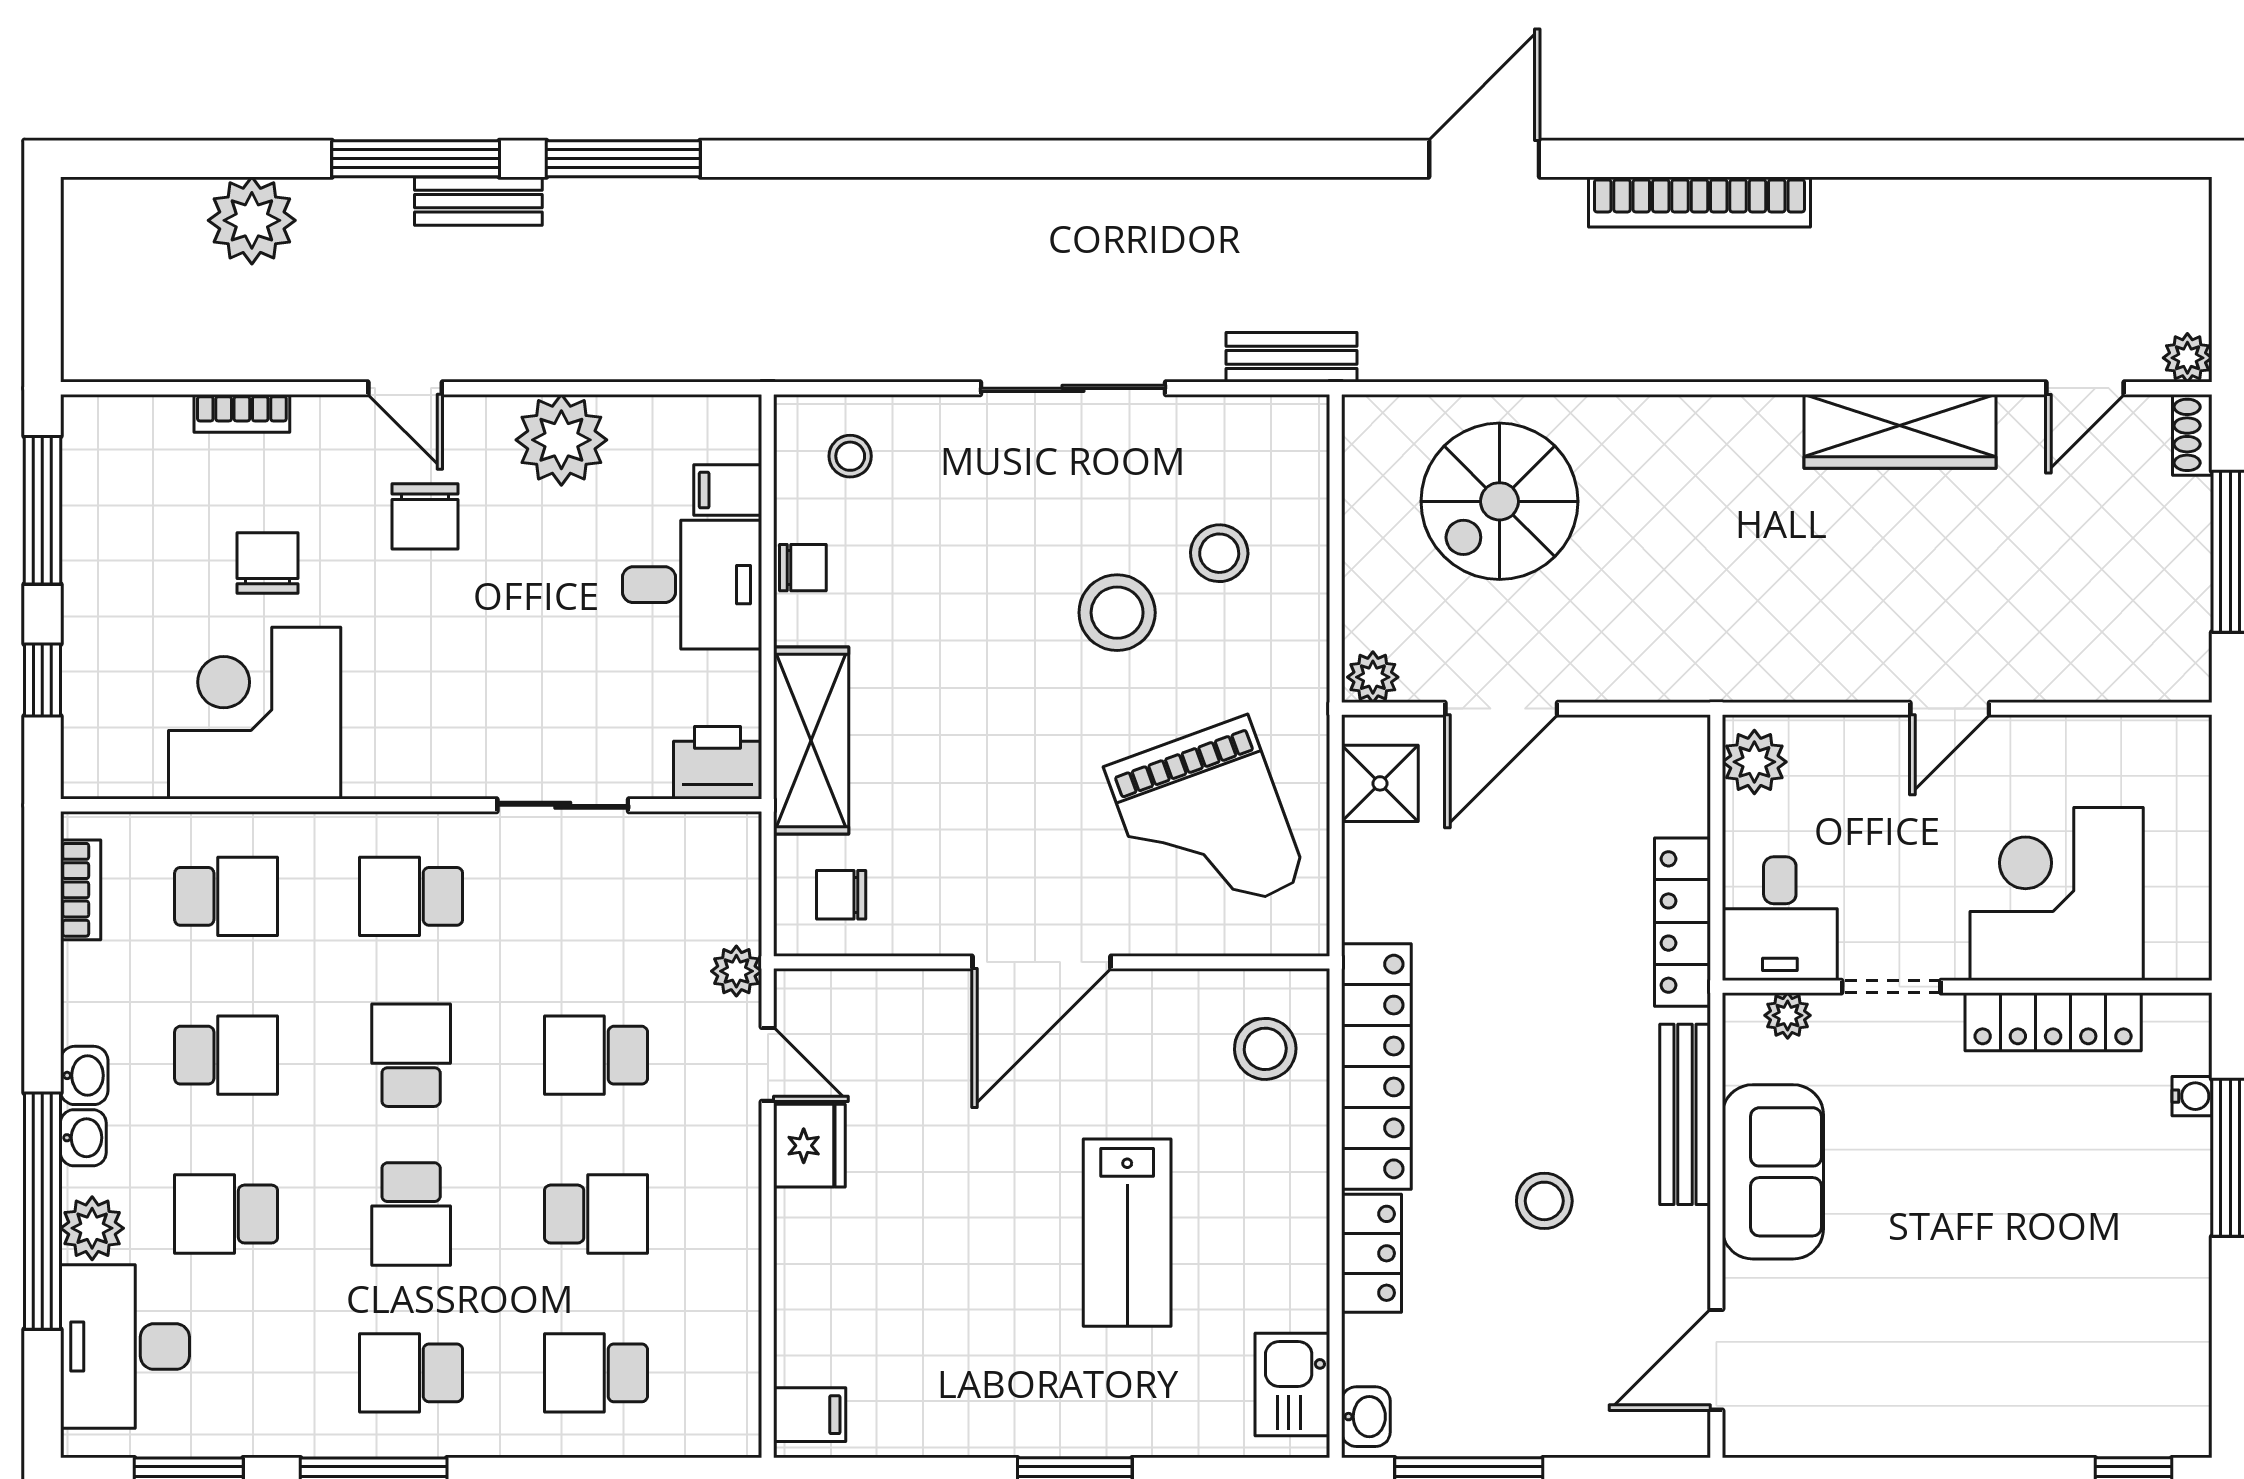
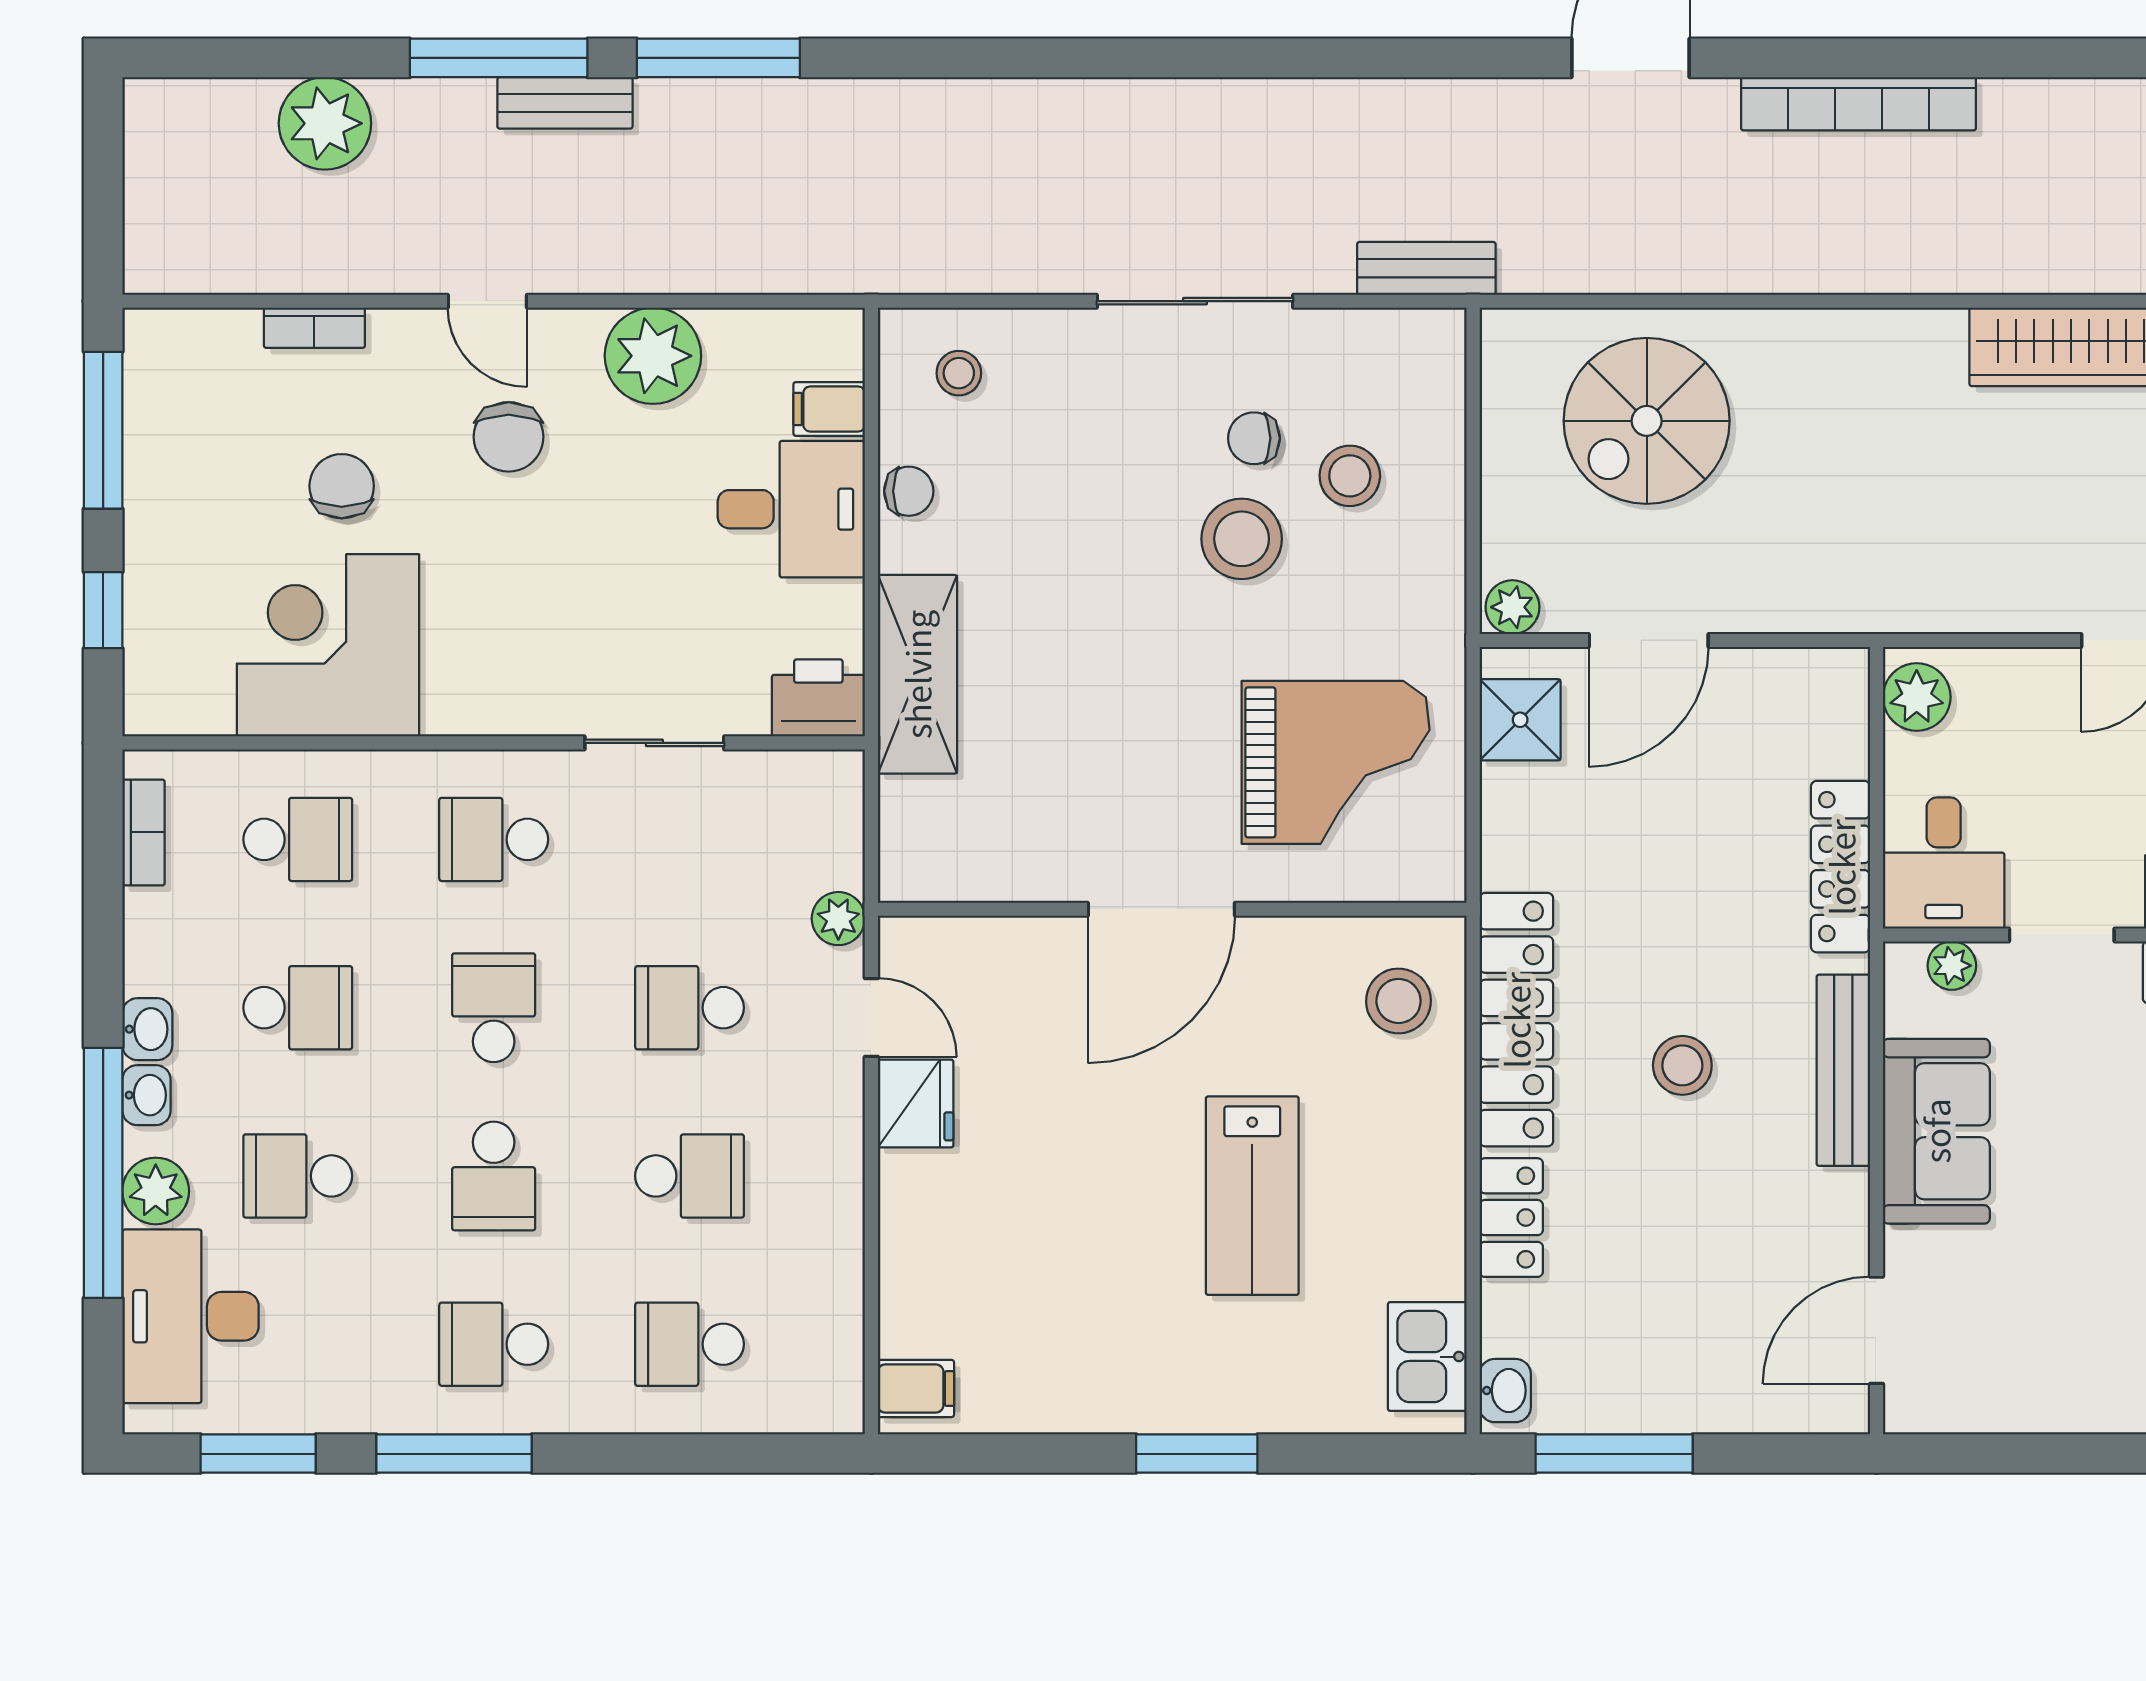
grand piano: (1206, 824) -> (1336, 762), turned -70
chair: (841, 895) -> (1254, 438), moved
stool: (1544, 1201) -> (1682, 1065), moved

